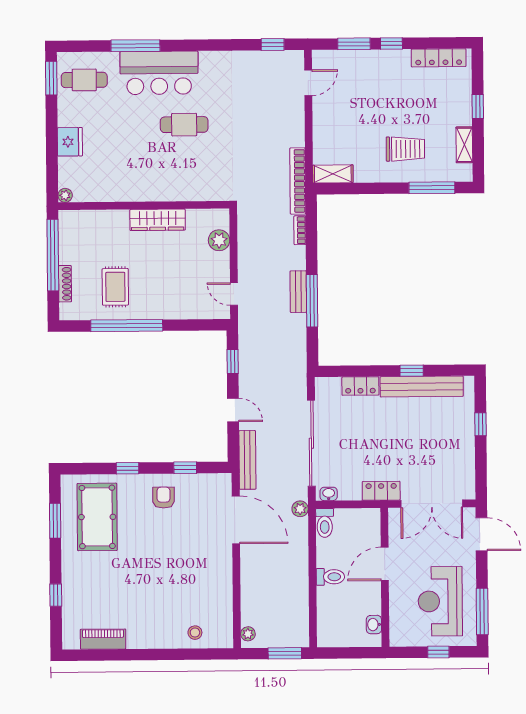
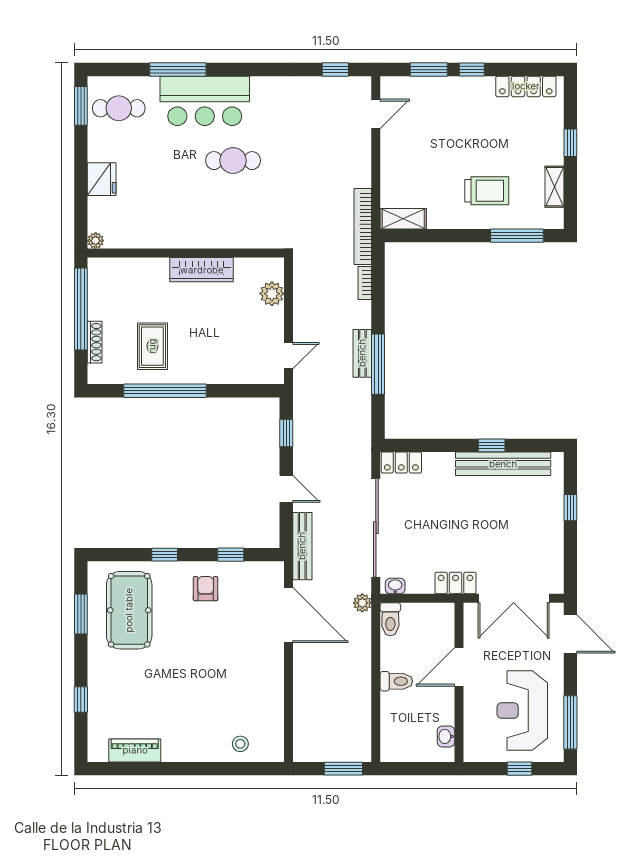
door: (234, 294) -> (288, 356), swing flipped
locker: (360, 386) -> (401, 463), moved
plant: (248, 634) -> (301, 746), removed

